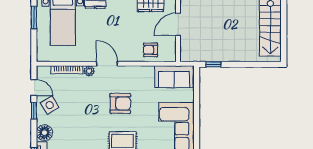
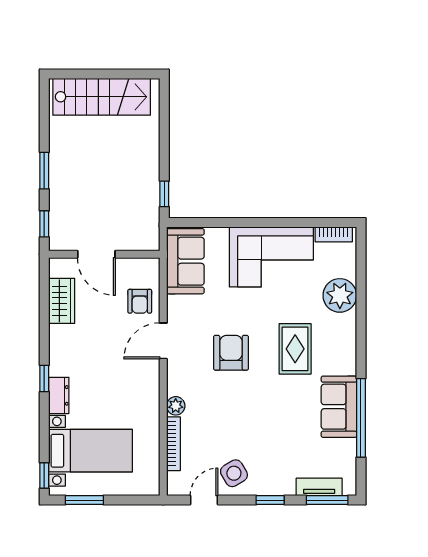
door: (107, 64) -> (163, 341), moved
window: (34, 111) -> (270, 500), moved
floor lamp: (44, 133) -> (281, 482), removed

